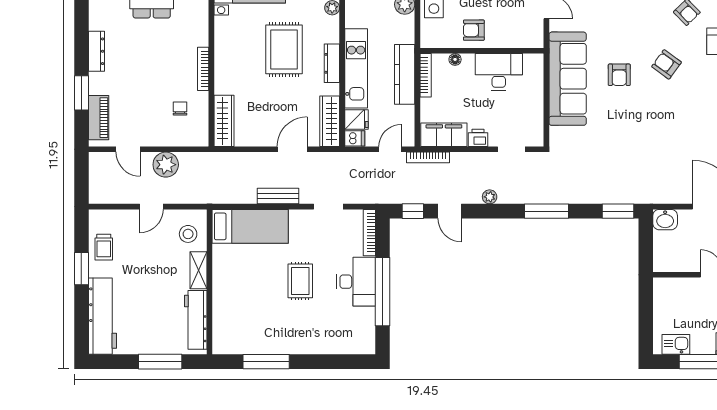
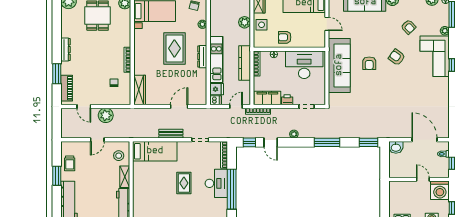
desk: (499, 72) -> (304, 65), width x1.36, depth x1.30
wardrobe: (330, 121) -> (201, 90), removed

